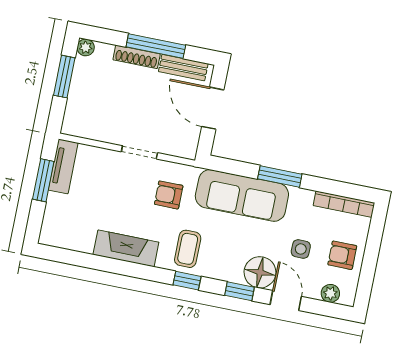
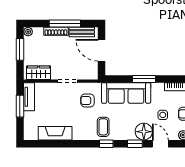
wardrobe: (89, 126) -> (39, 73), added
fireplace: (126, 248) -> (55, 133), moved

